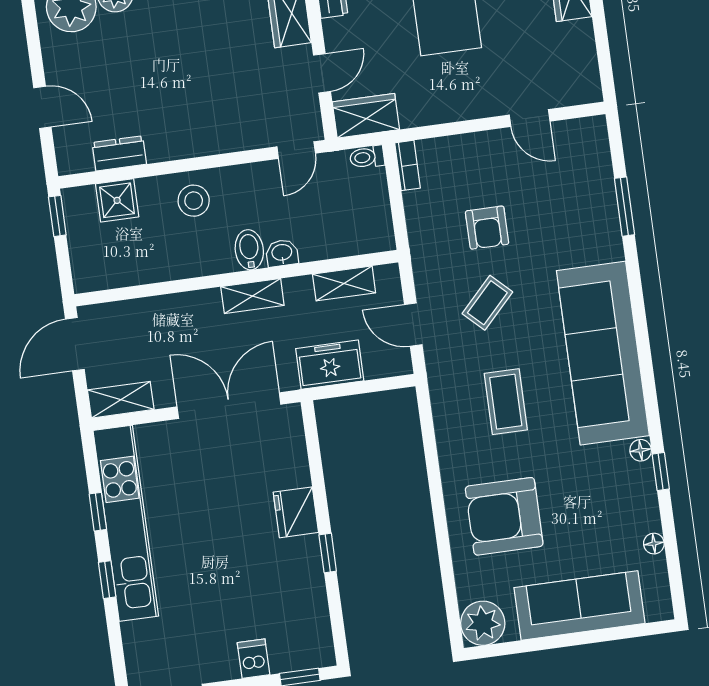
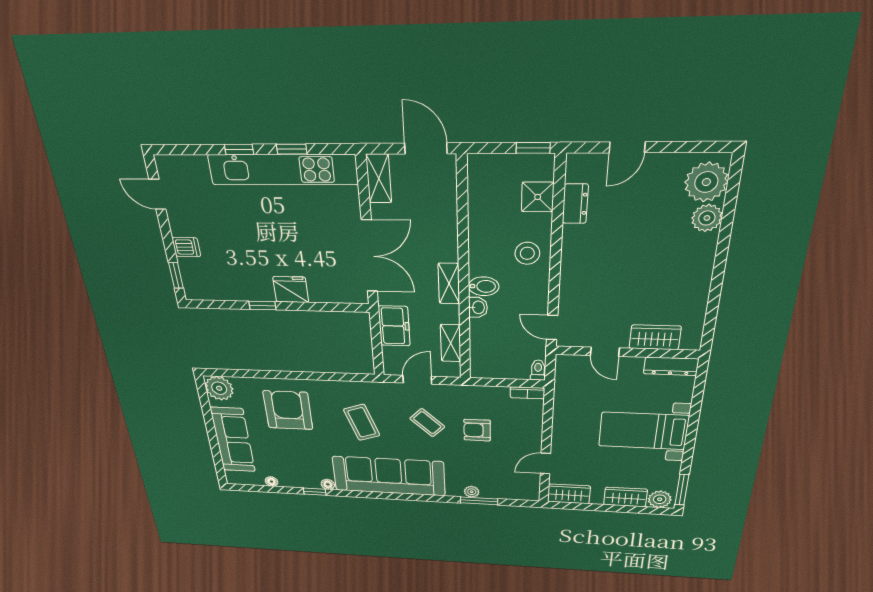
wardrobe: (366, 116) -> (569, 494), moved, turned -90
plant: (608, 220) -> (472, 492), added
coffee table: (506, 402) -> (362, 422), turned 71

